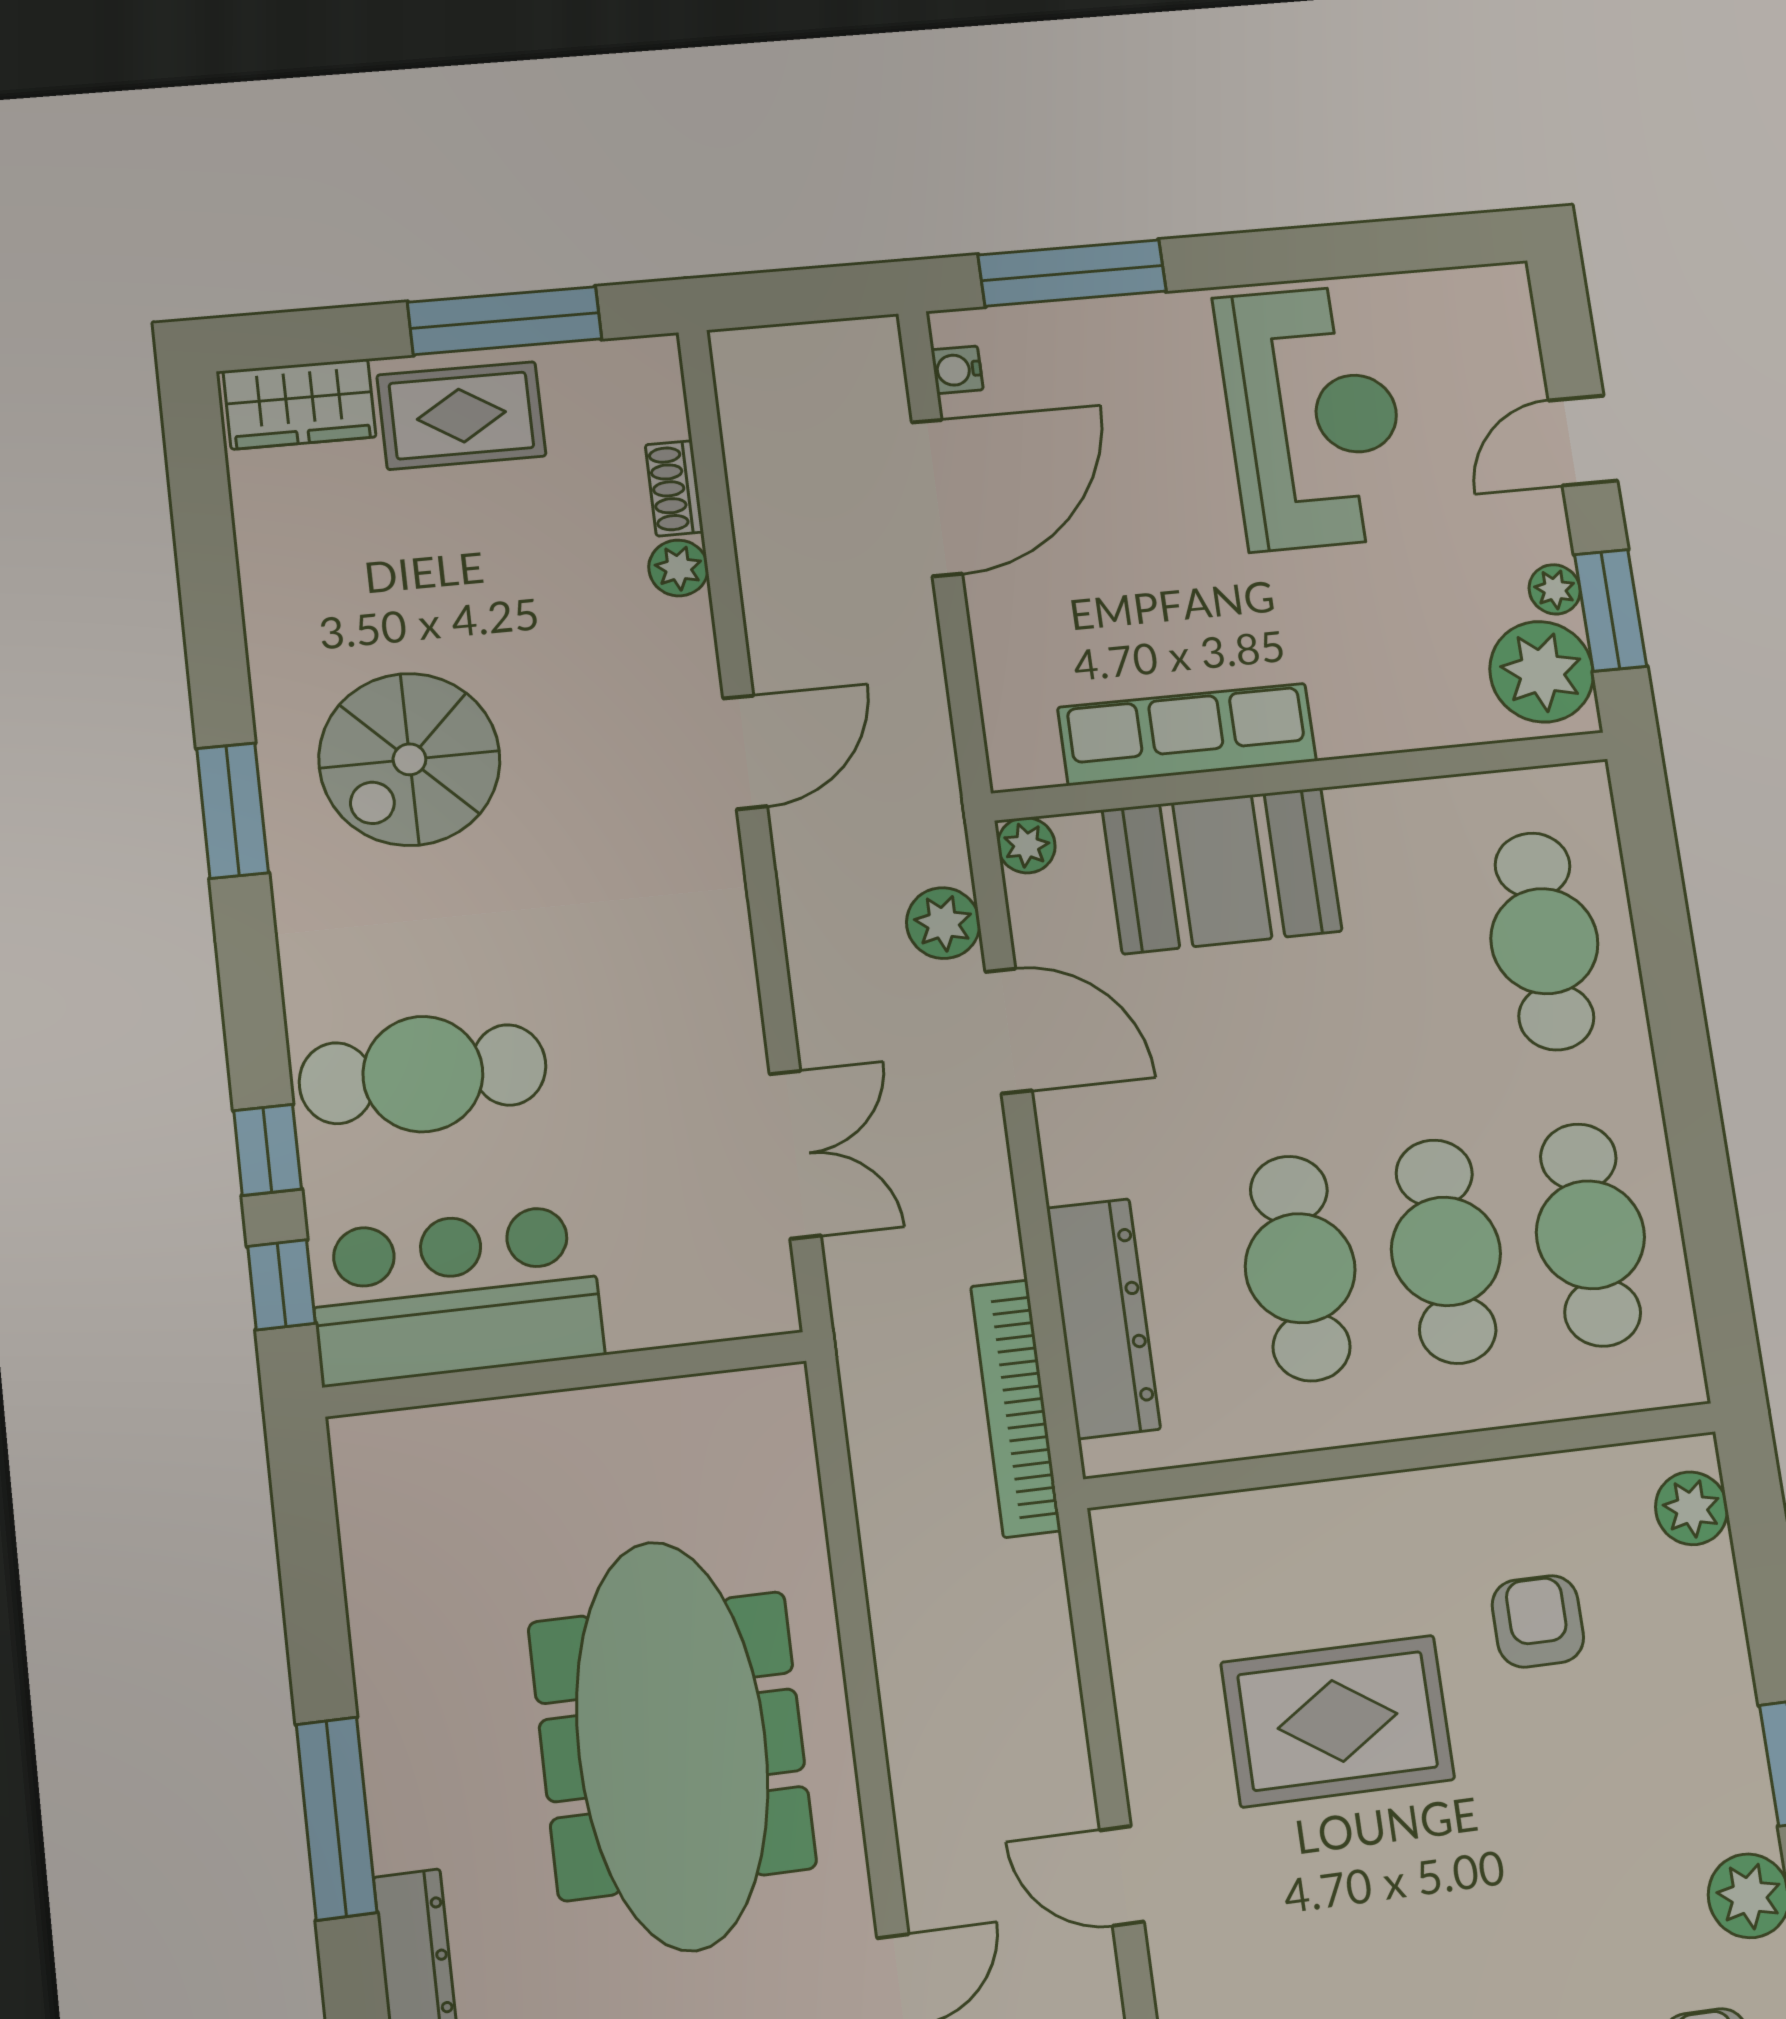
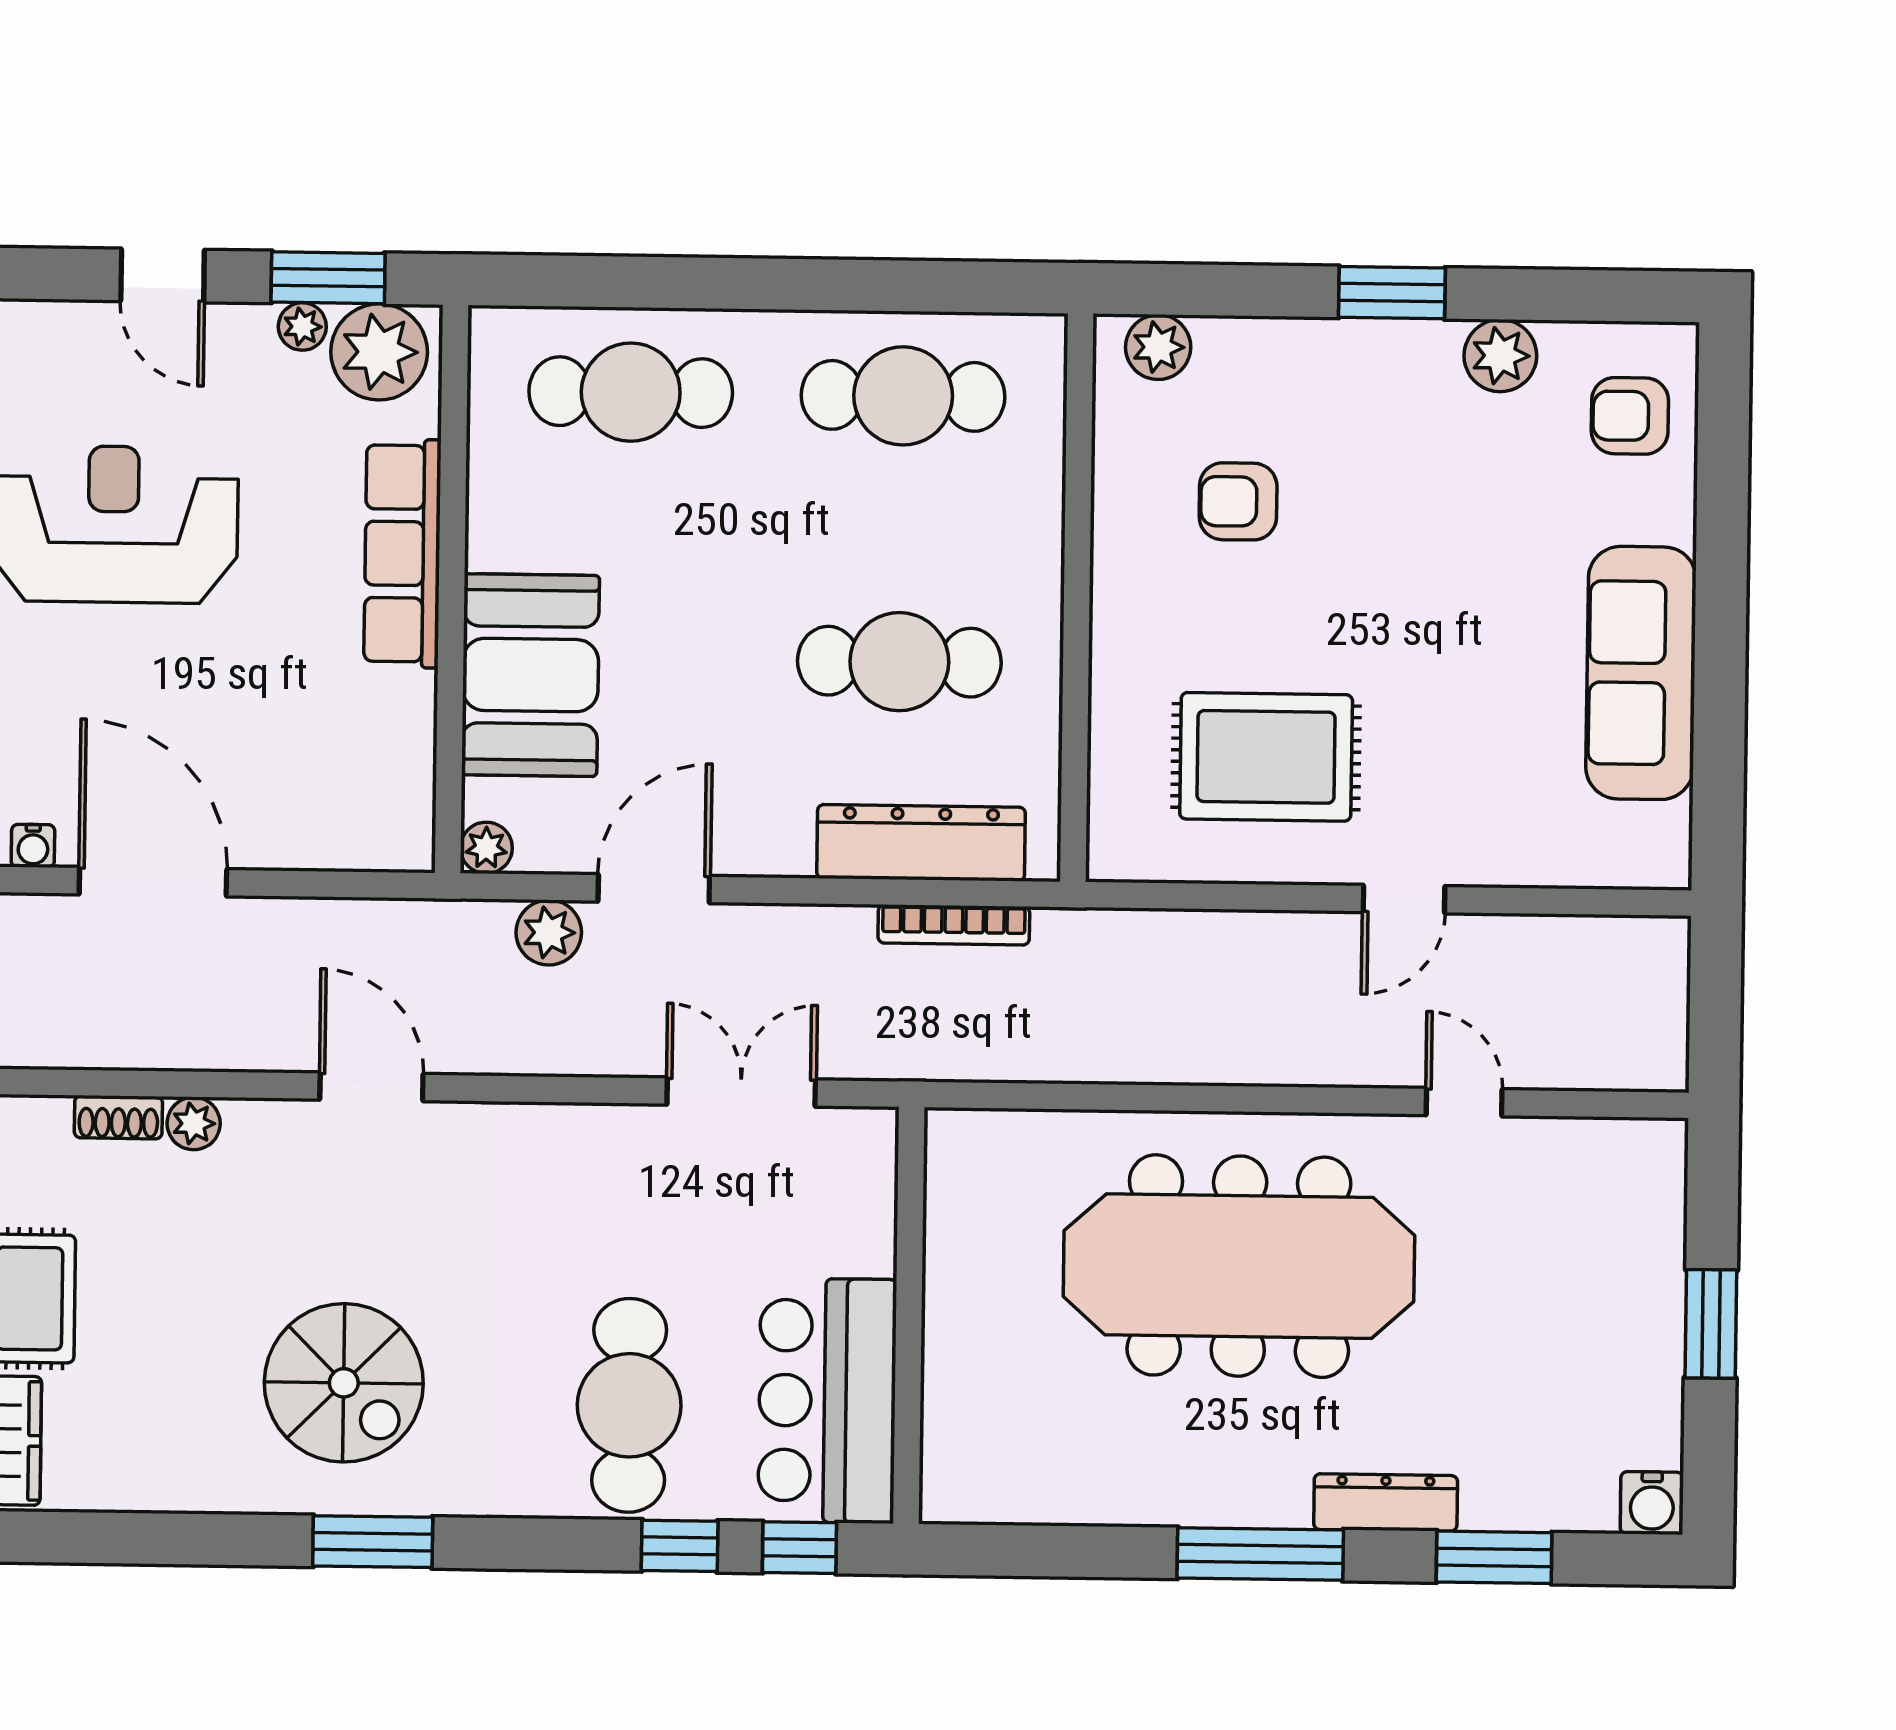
row of seats: (1187, 734) -> (402, 553), moved
cafe table: (1446, 1251) -> (901, 529), removed
bookcase: (1016, 1408) -> (954, 925), width x0.68, depth x0.76
rug: (1338, 1721) -> (1266, 757), moved, turned 90

